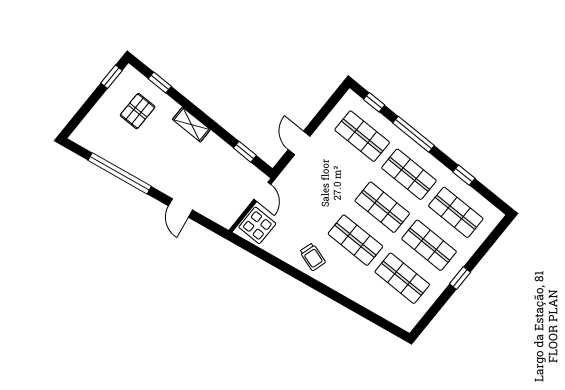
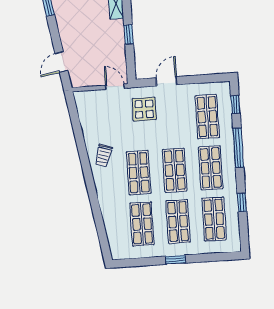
window: (245, 152) -> (129, 34), moved
door: (262, 192) -> (115, 87), swing flipped
door: (180, 208) -> (61, 62), moved
display table: (257, 225) -> (144, 109), moved

